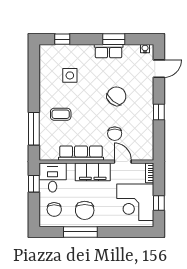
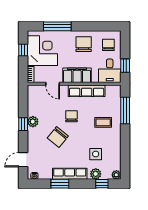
plant: (45, 50) -> (116, 175), added
plant: (70, 51) -> (96, 174), added
row of seats: (109, 51) -> (70, 174), width x1.48
plant: (147, 115) -> (33, 122), added
chair: (115, 134) -> (72, 116), moved
window: (80, 232) -> (57, 26), moved

